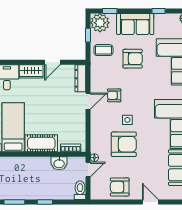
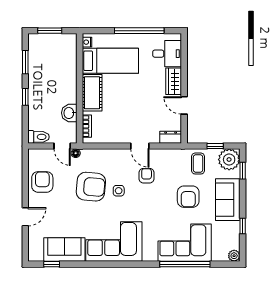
dresser: (80, 78) -> (171, 137), width x0.70
armchair: (124, 144) -> (91, 187), turned -85

